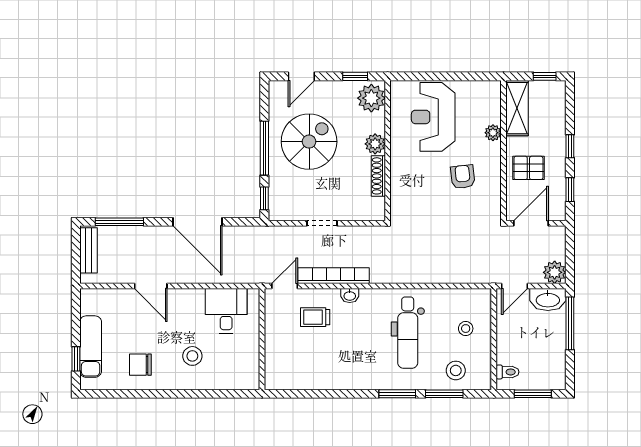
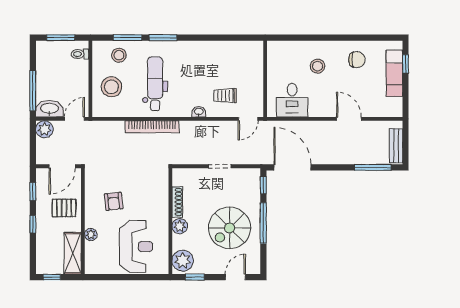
door: (197, 222) -> (292, 167), moved
bookcase: (334, 276) -> (152, 127), moved
trolley: (315, 317) -> (225, 95), turned 180
stool: (466, 329) -> (111, 87), width x1.89, depth x1.89

